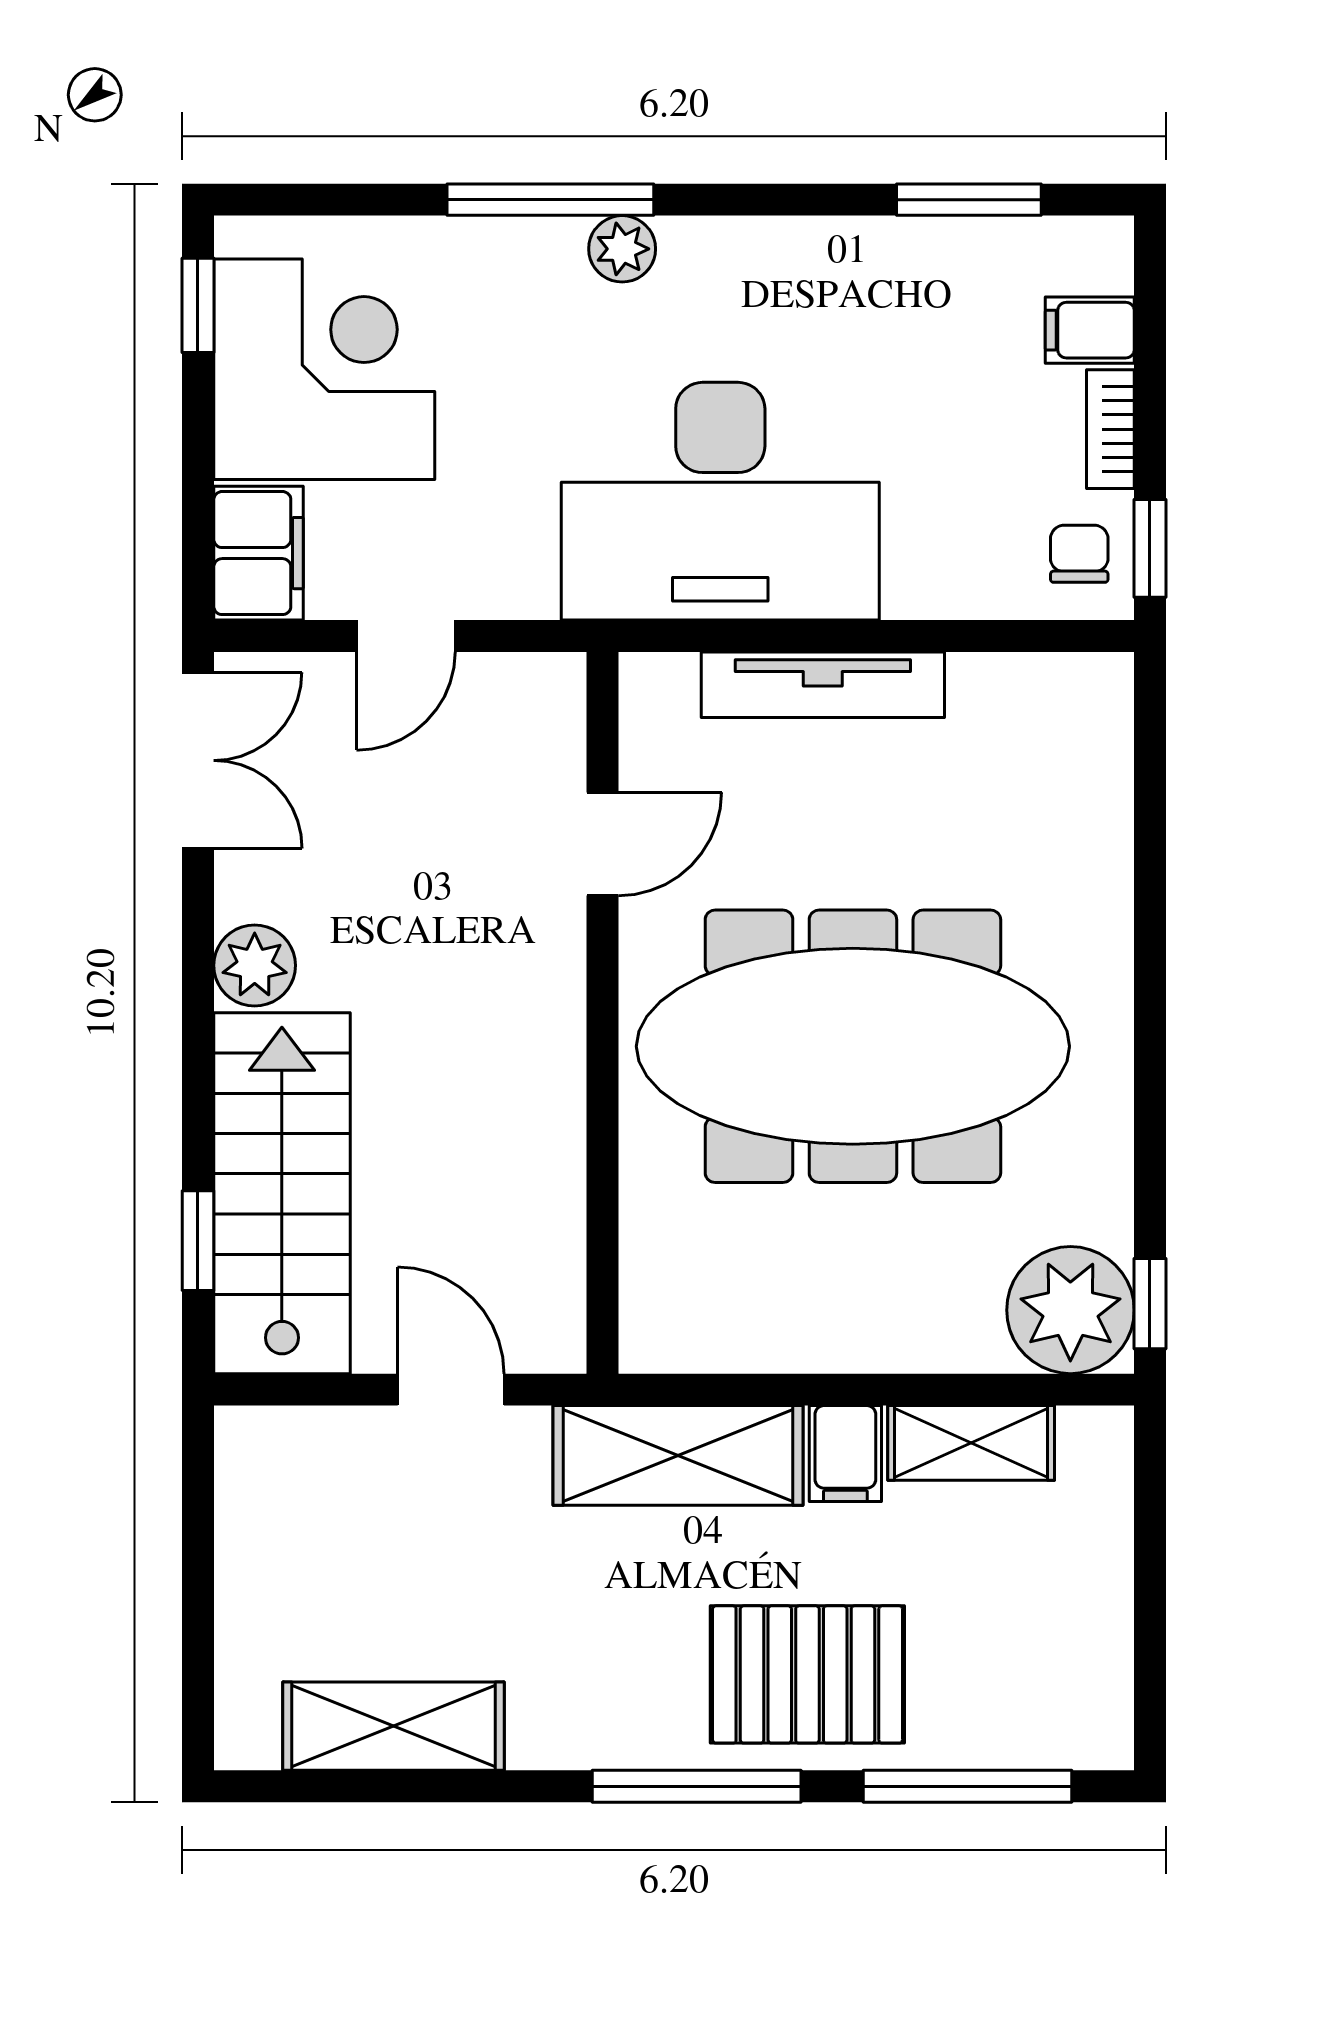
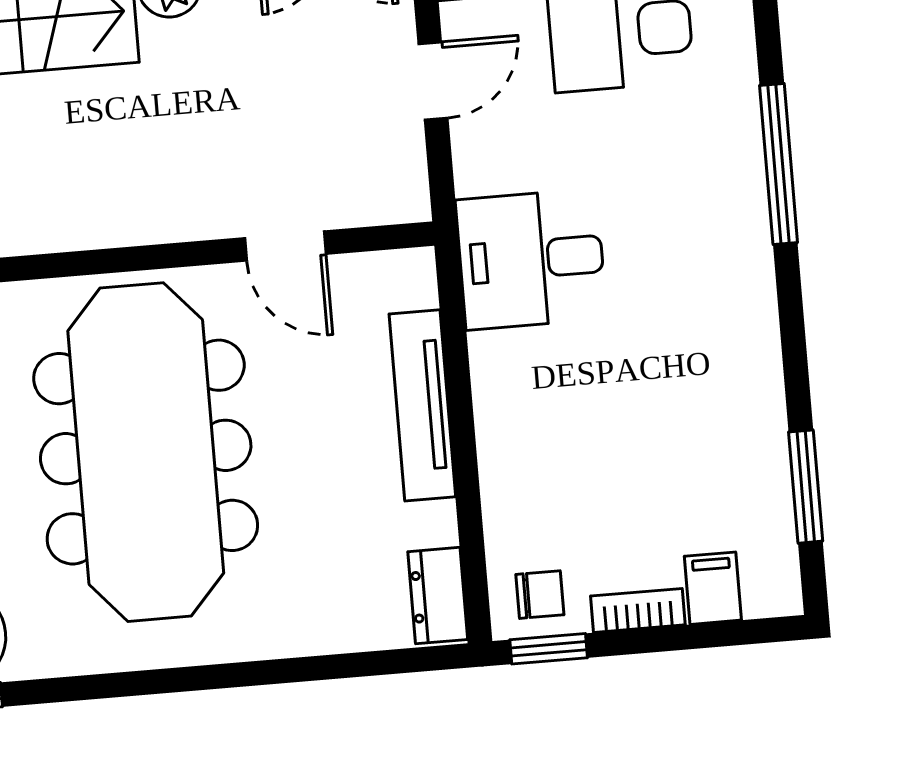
plant: (622, 249) -> (745, 223), removed
desk: (720, 501) -> (531, 259), width x0.53, depth x0.77
door: (406, 636) -> (433, 81), swing flipped
dresser: (1070, 686) -> (438, 596), added

